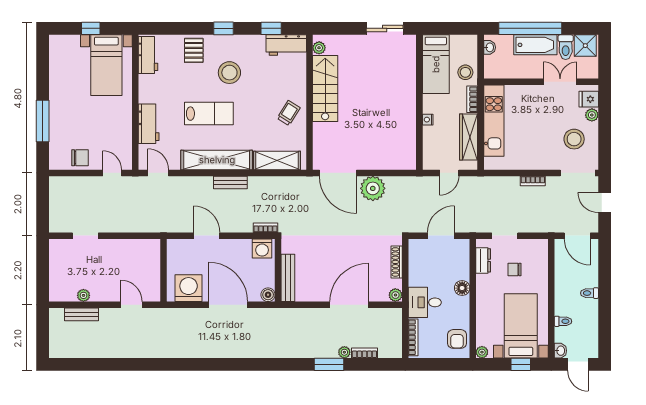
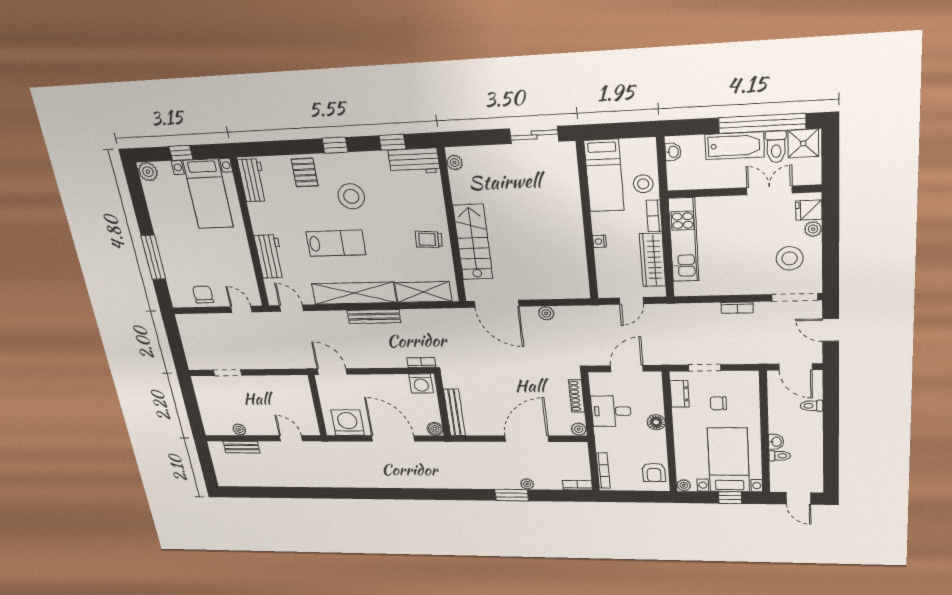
window: (530, 28) -> (762, 123), moved
plant: (57, 43) -> (148, 172), added
stairs: (325, 89) -> (473, 242), moved
trolley: (289, 113) -> (429, 239), turned -118
chair: (80, 158) -> (203, 295), turned -90
bench: (230, 182) -> (374, 317), width x1.36
plant: (373, 188) -> (546, 313), width x0.53, depth x0.53
door: (207, 236) -> (332, 372), moved
toilet: (590, 293) -> (812, 406), moved
desk: (425, 302) -> (611, 411), moved
washbasin: (560, 351) -> (776, 442), moved
bookcase: (364, 353) -> (577, 485), moved

